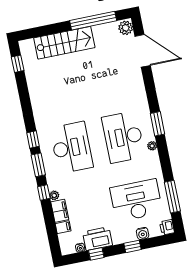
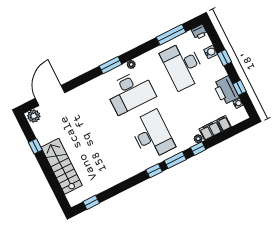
window: (93, 21) -> (35, 146), width x0.32
desk: (71, 148) -> (152, 135), turned 90

